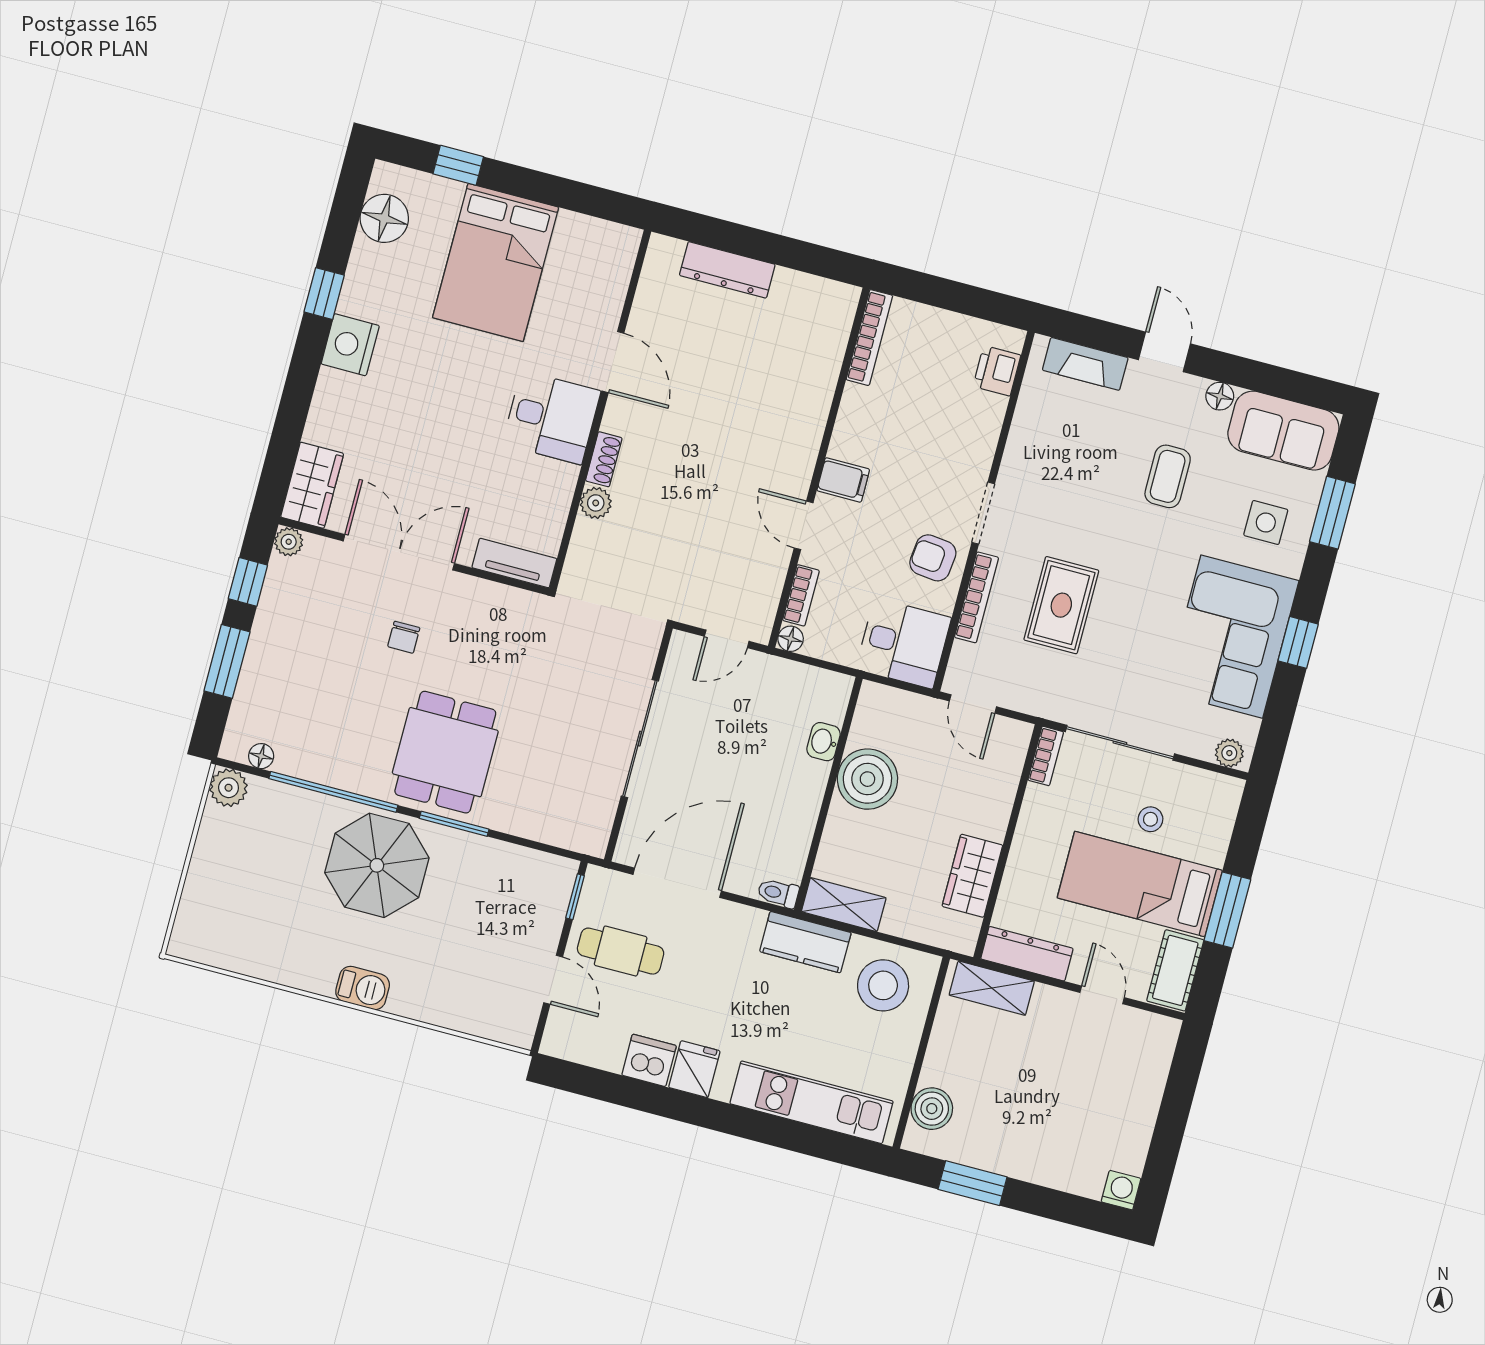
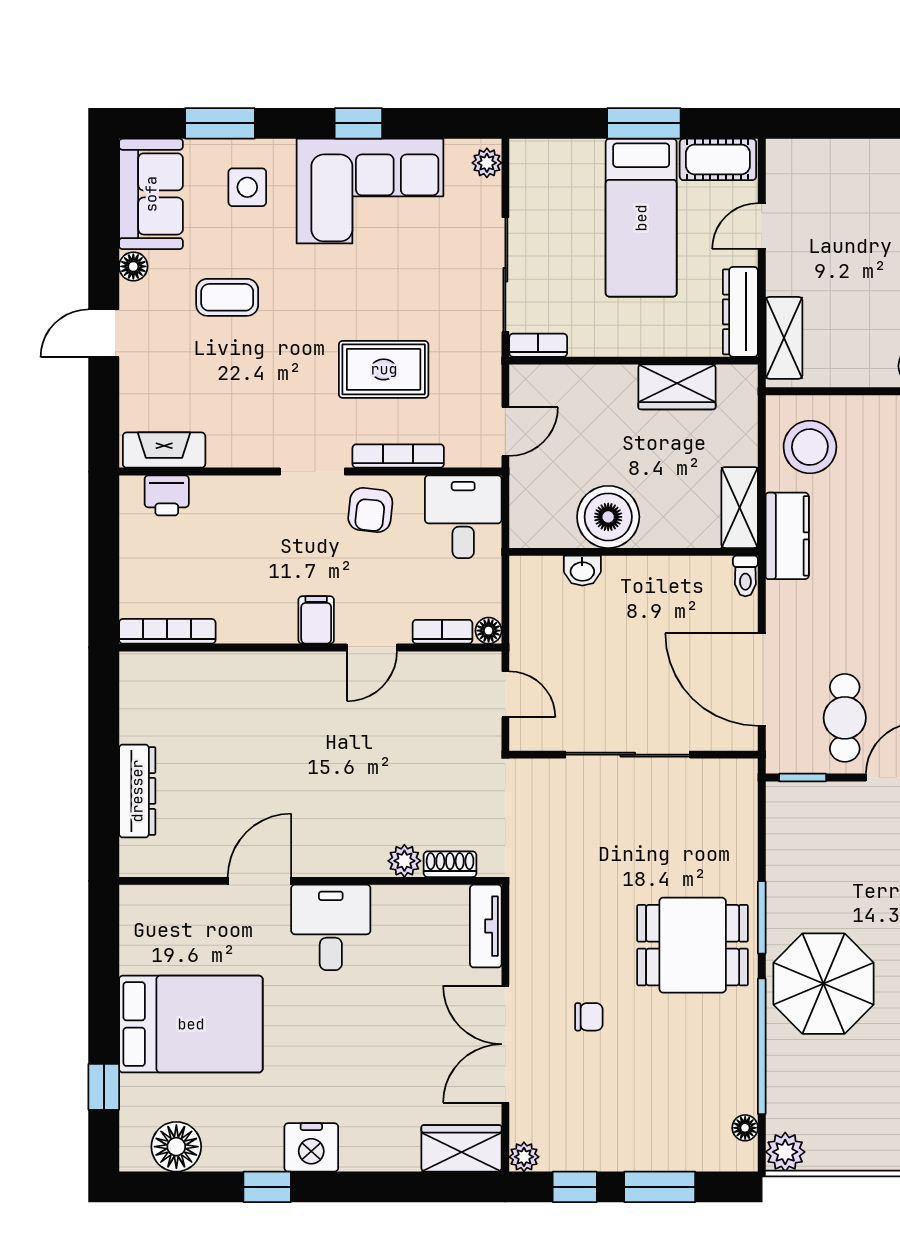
fireplace: (1085, 364) -> (164, 450), moved, turned -90
shoe rack: (604, 459) -> (450, 864), moved
stool: (1150, 819) -> (574, 224), removed

